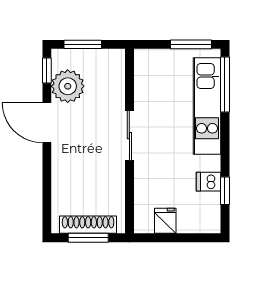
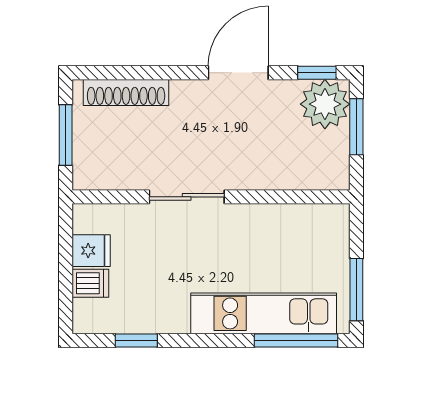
plant: (68, 86) -> (325, 104), moved
sliding door: (129, 136) -> (187, 197), moved
dishwasher: (209, 182) -> (90, 283), moved, turned 90
shoe rack: (88, 225) -> (126, 92), moved, turned 90

